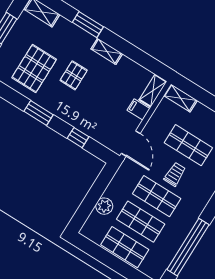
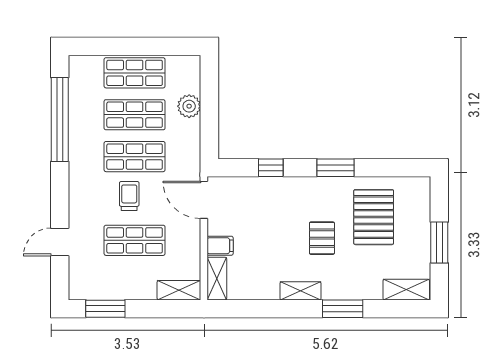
trolley: (175, 174) -> (129, 196), turned 180

